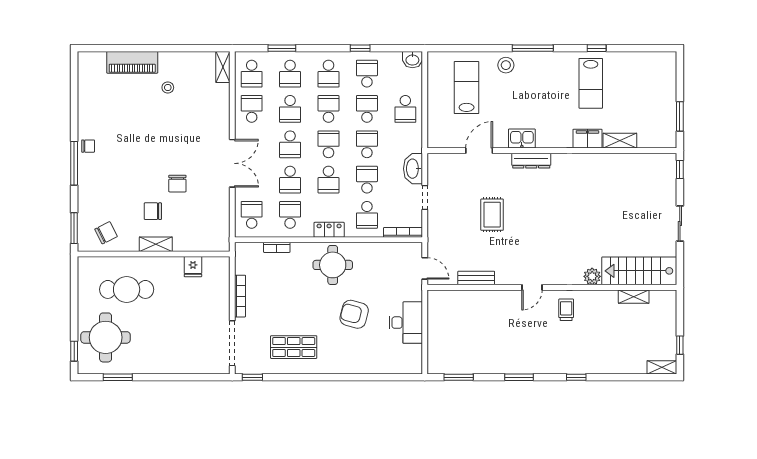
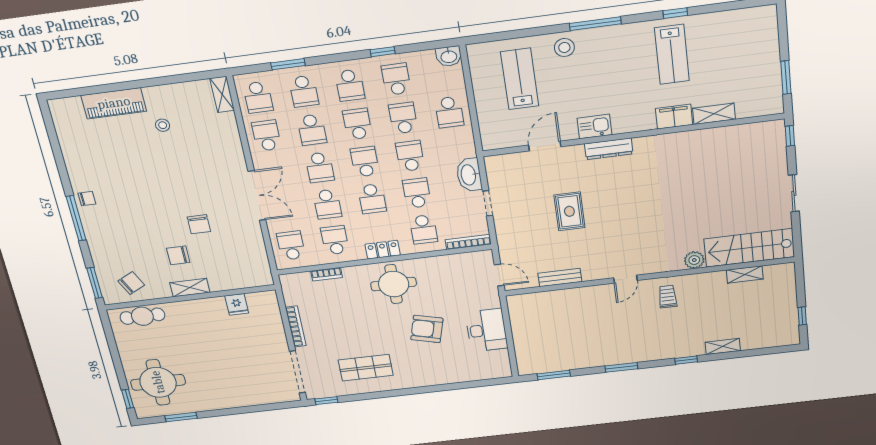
cafe table: (127, 289) -> (142, 316), moved, width x0.73, depth x0.74
shelving: (662, 367) -> (723, 346), moved

